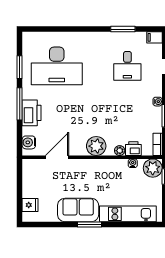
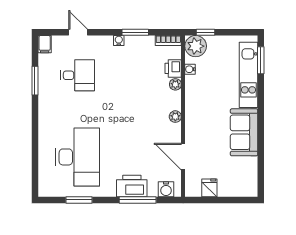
window: (20, 104) -> (138, 200), moved
plant: (96, 146) -> (175, 117), width x0.53, depth x0.53
fridge: (30, 205) -> (209, 188), moved
window: (89, 224) -> (261, 60), moved

